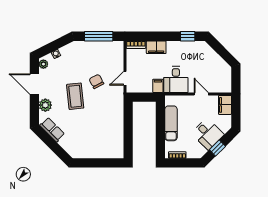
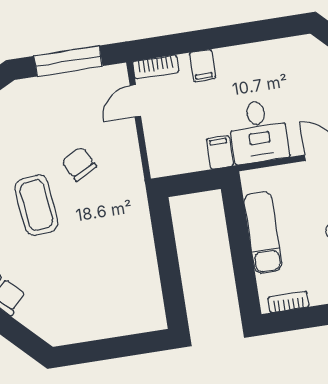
window: (188, 36) -> (270, 29), removed
filing cabinet: (156, 47) -> (202, 66), width x0.50
door: (125, 78) -> (135, 101), moved

